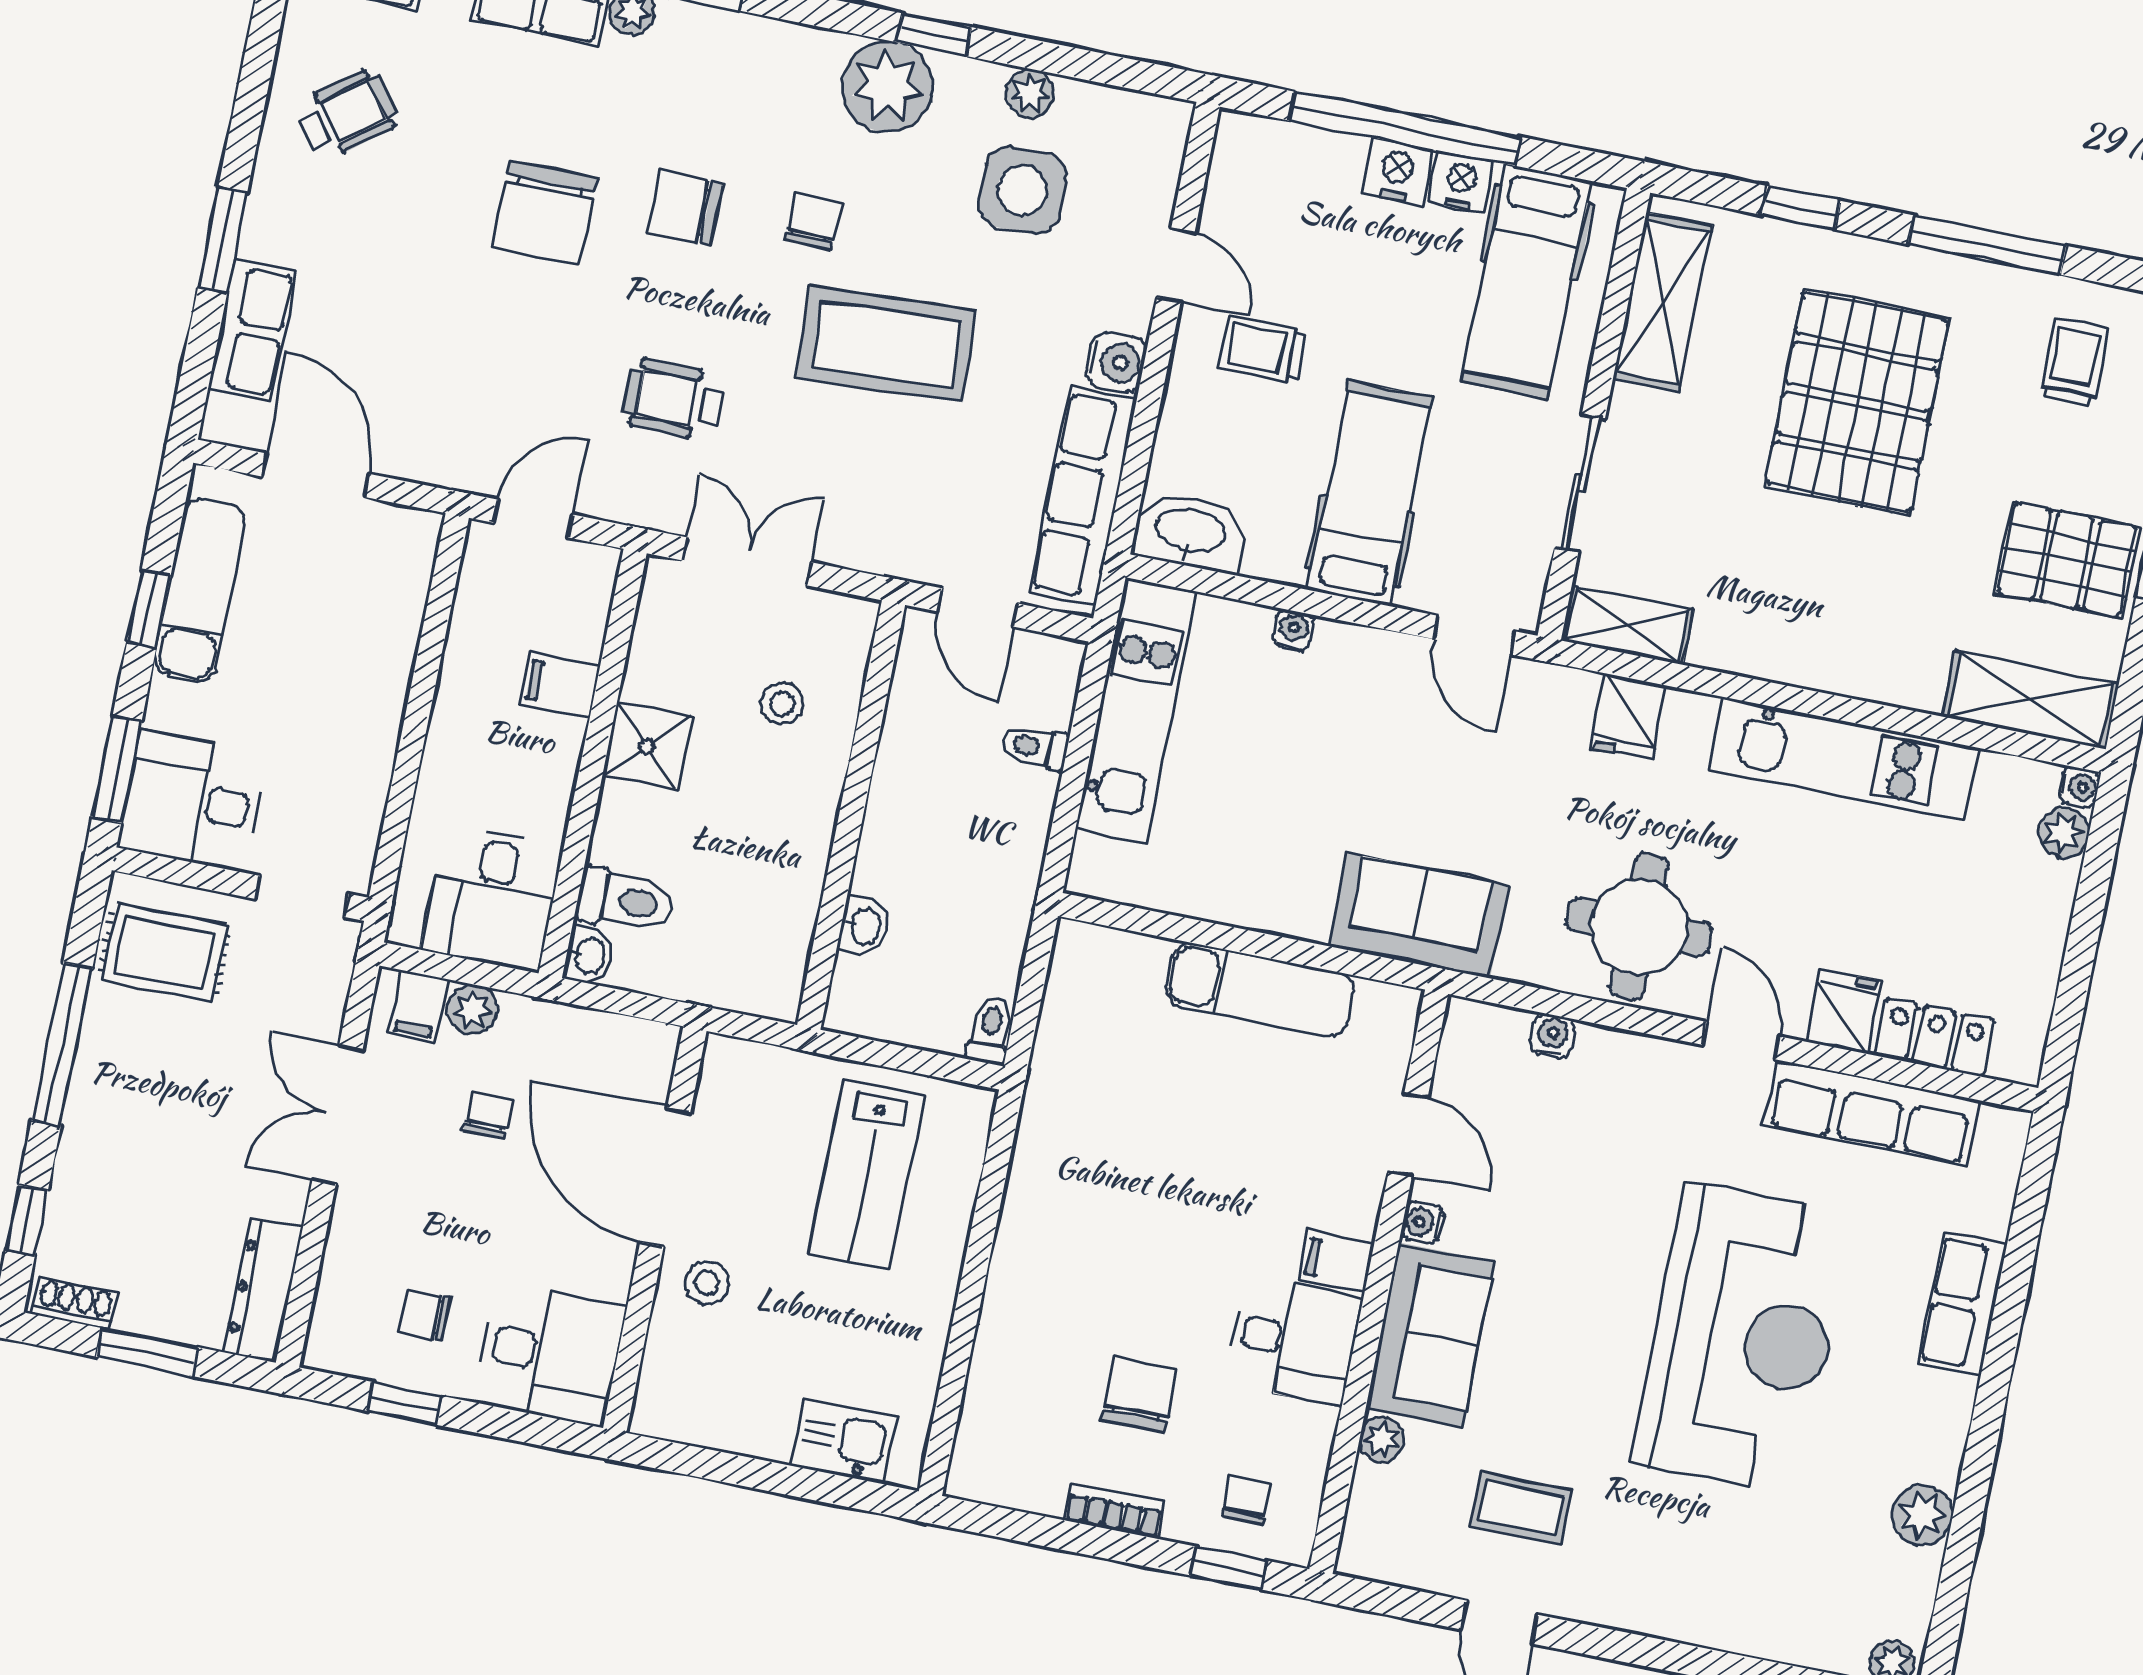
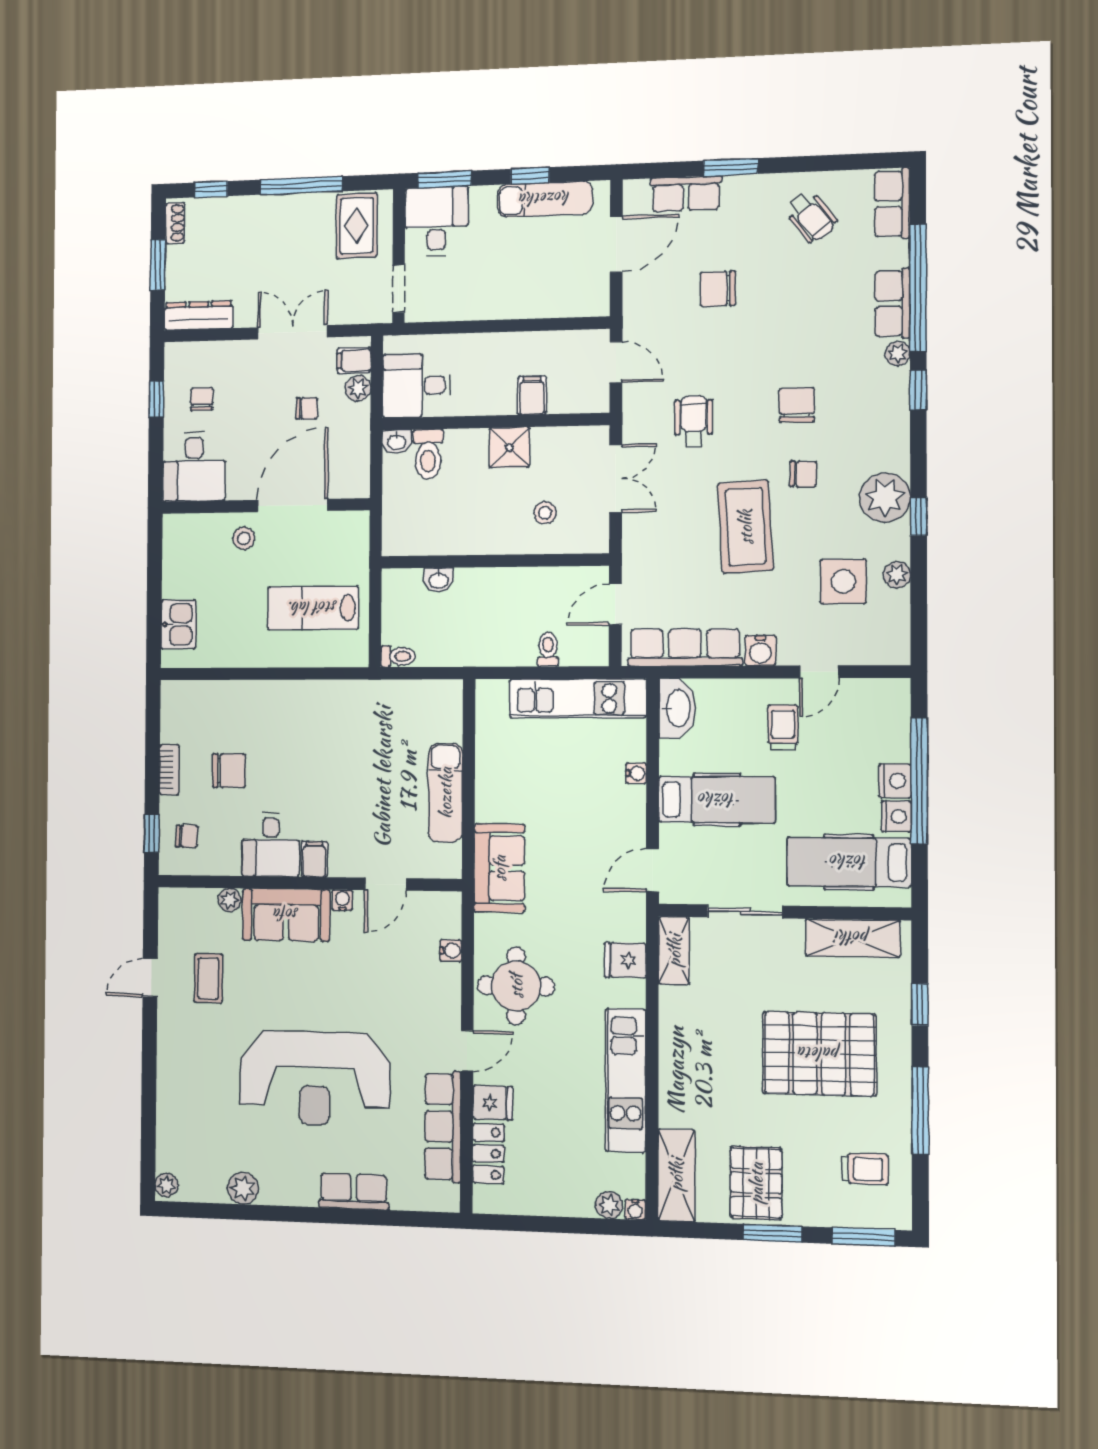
chair: (545, 212) -> (718, 289), moved, width x0.73, depth x0.73

